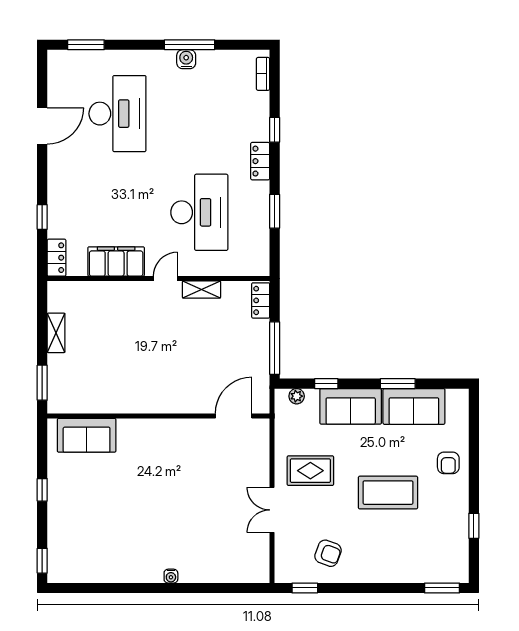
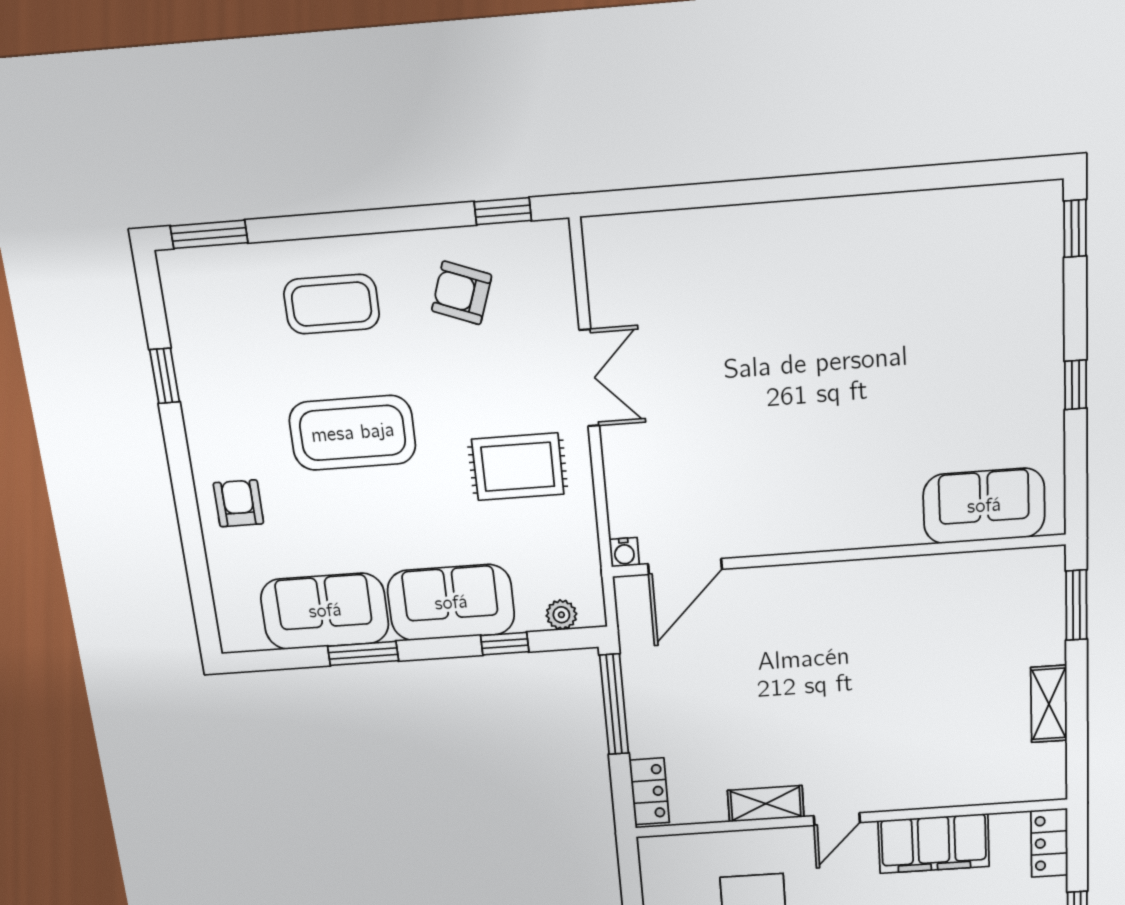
coffee table: (390, 553) -> (332, 304), added
water cooler: (171, 576) -> (624, 552), moved, turned 180

